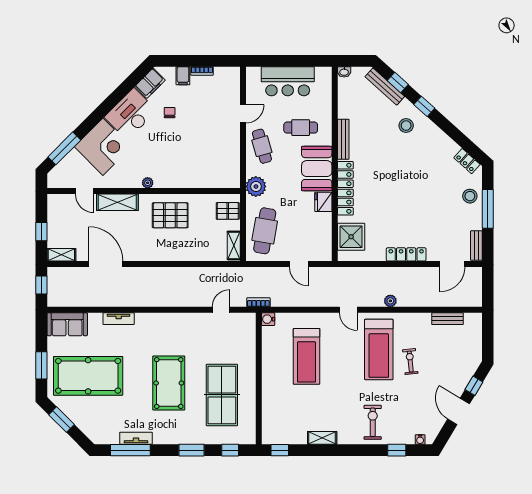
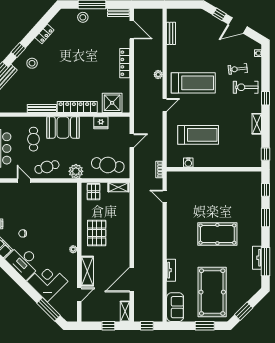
locker: (467, 161) -> (45, 34), moved
fridge: (323, 202) -> (101, 123), moved
water cooler: (268, 319) -> (188, 163), moved
exercise bike: (410, 361) -> (238, 69), moved
table tennis table: (222, 395) -> (226, 196), removed
window: (397, 450) -> (266, 98), moved

